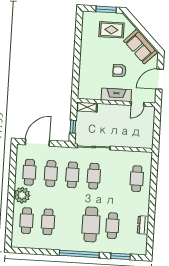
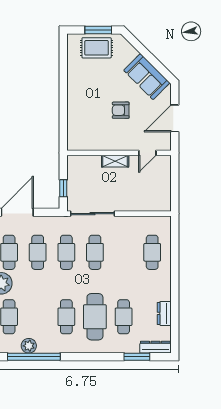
rug: (111, 30) -> (97, 48), moved
fireplace: (116, 95) -> (118, 143), removed
shelving: (87, 107) -> (115, 161), moved
cafe table: (48, 222) -> (66, 317), moved
plant: (40, 243) -> (29, 346), added
dresser: (135, 250) -> (155, 347), added
window: (79, 254) -> (34, 357), moved

